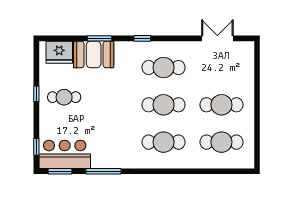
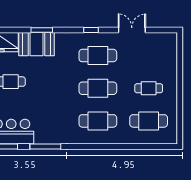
window: (142, 38) -> (91, 30), moved
double door: (217, 38) -> (132, 30), moved
cafe table: (221, 105) -> (149, 88), width x0.73, depth x0.74

